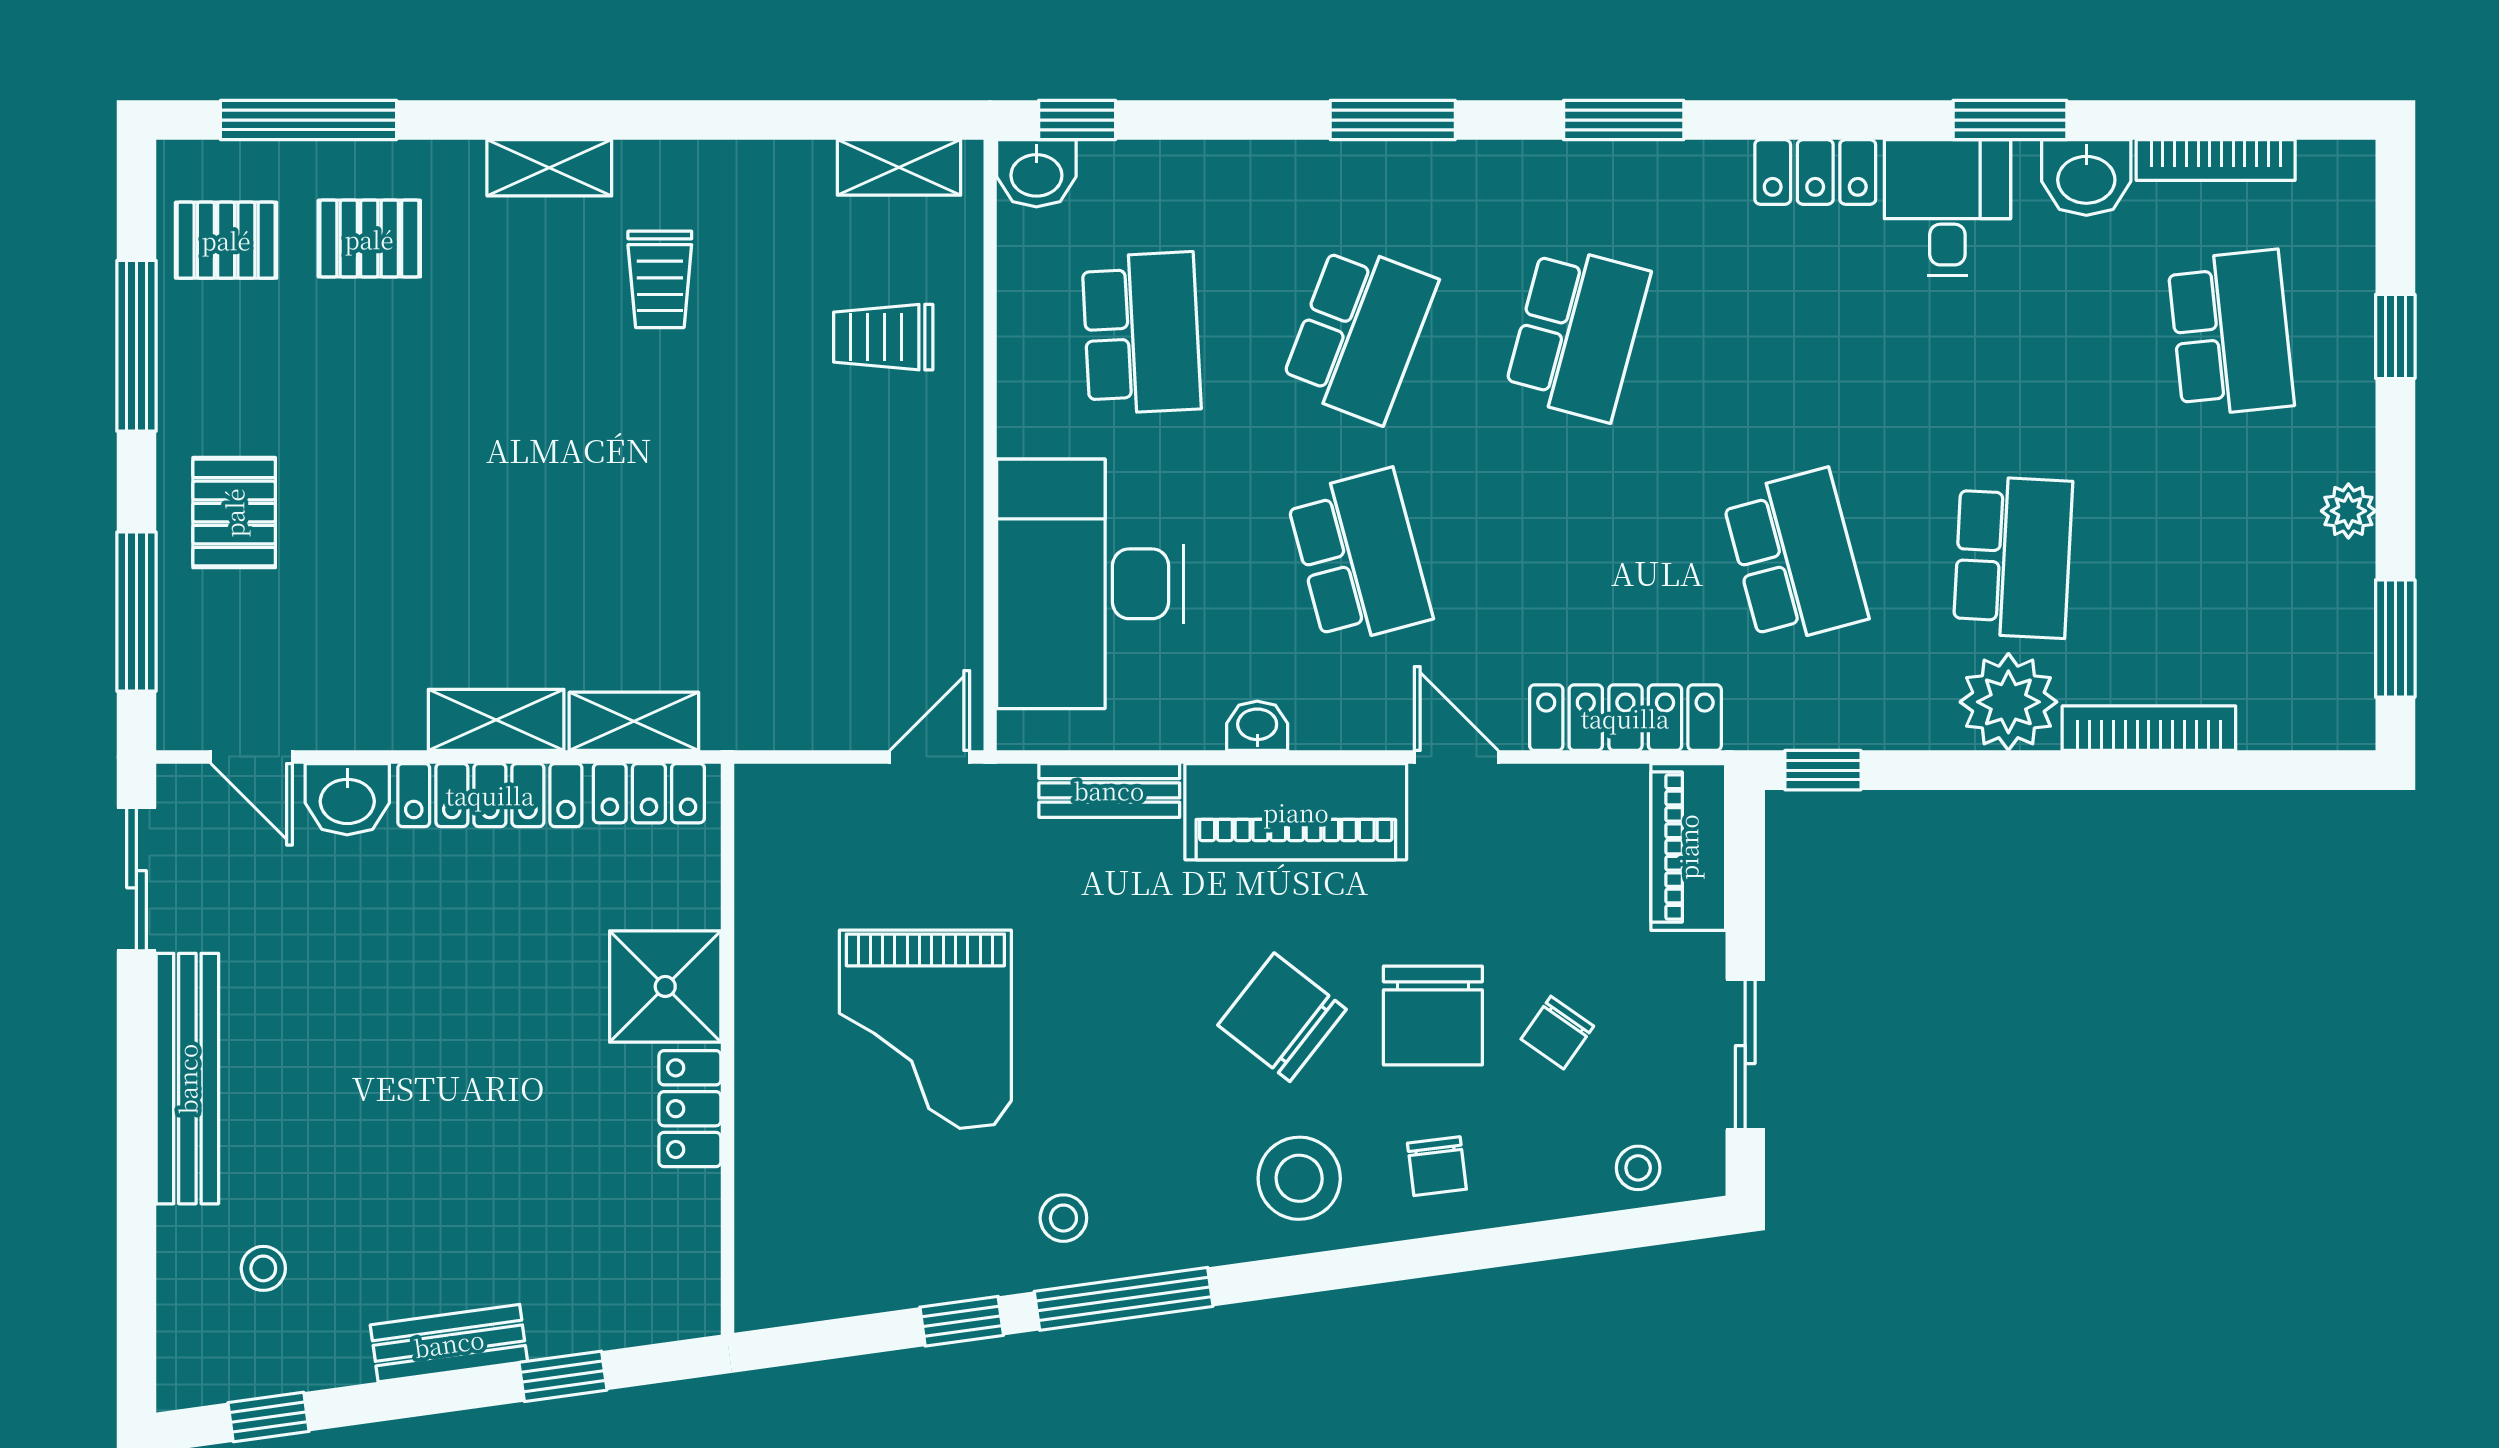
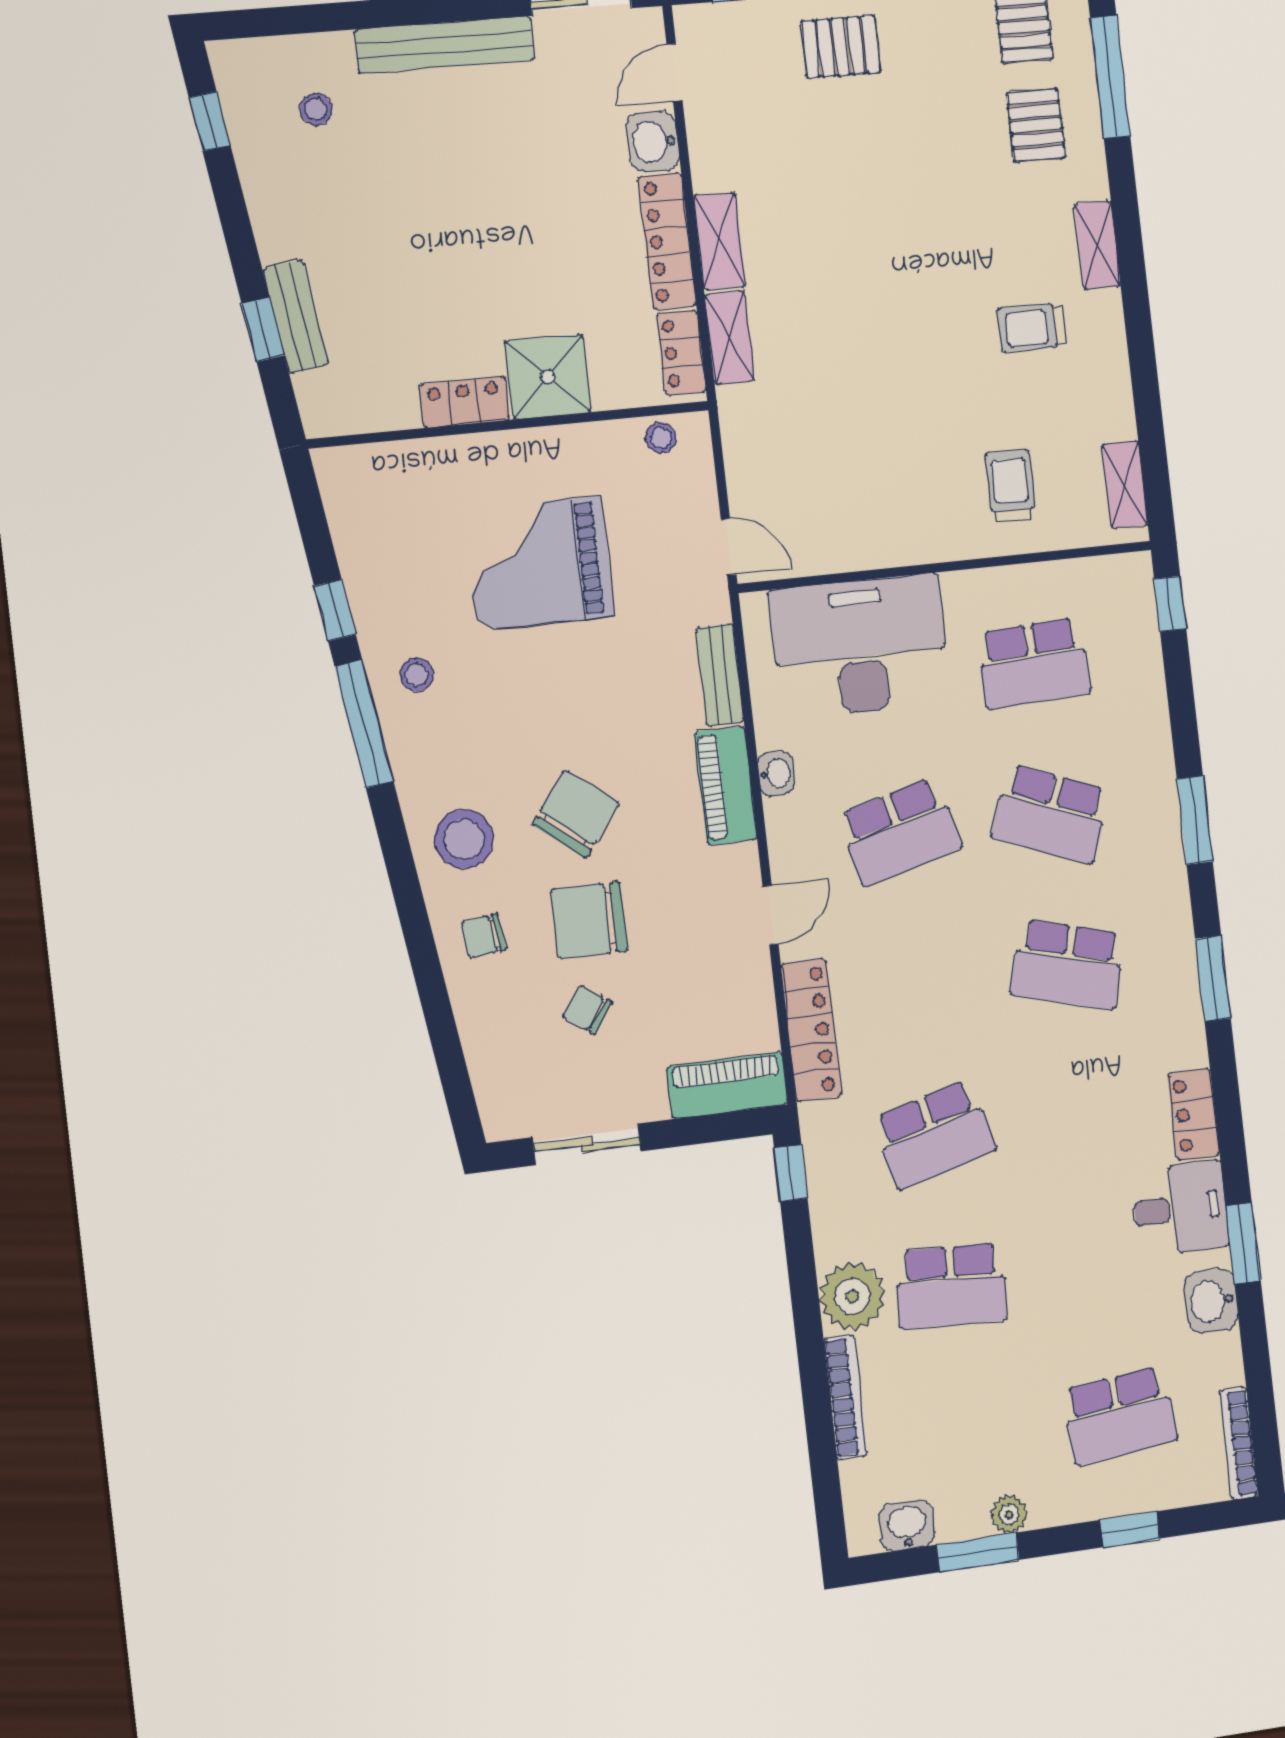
bookcase: (2216, 160) -> (1239, 1443), moved
washbasin: (1036, 173) -> (907, 1525), moved, turned 90
window: (2395, 638) -> (978, 1552), moved
piano: (1296, 812) -> (726, 786), width x0.73, depth x0.75
stool: (1638, 1168) -> (661, 438), moved
bench: (449, 1343) -> (296, 317), moved

